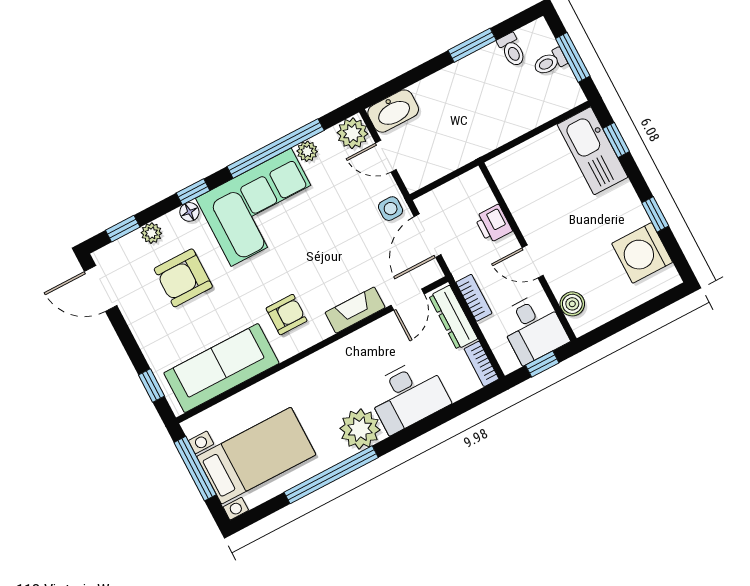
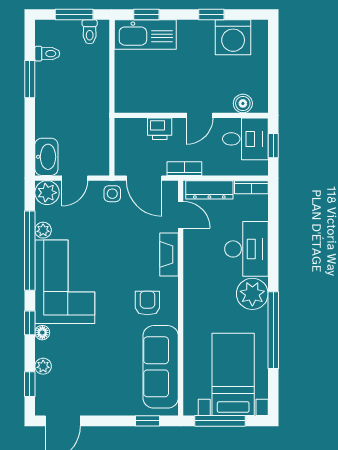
toilet: (550, 62) -> (90, 32), moved
armchair: (183, 278) -> (85, 360), removed
bookcase: (474, 298) -> (184, 169), moved

